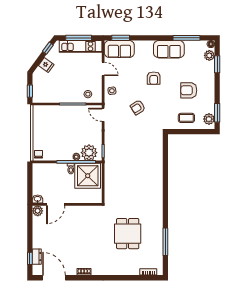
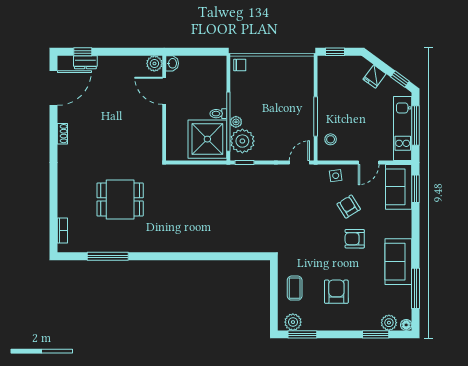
armchair: (138, 107) -> (349, 207), moved

